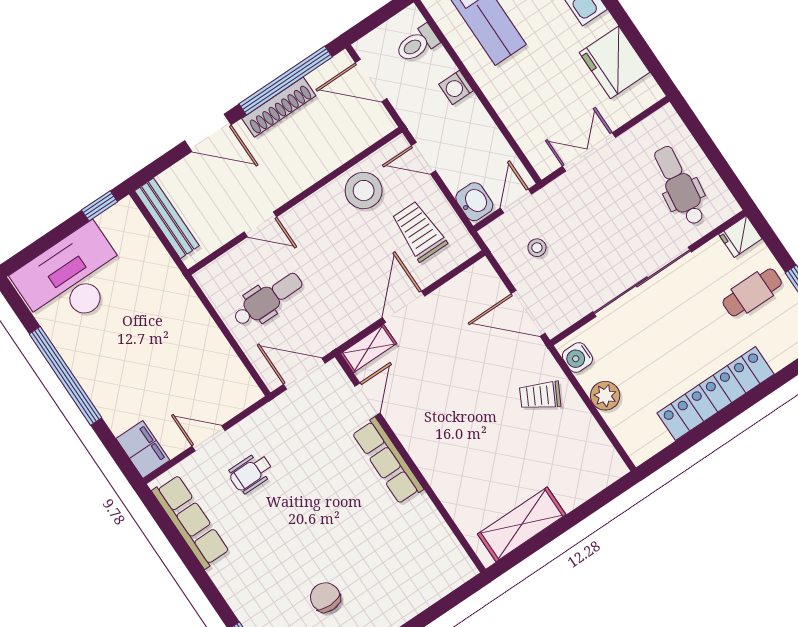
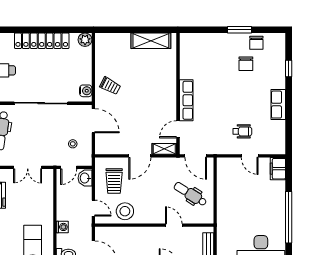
dental chair: (268, 299) -> (190, 194), turned 32
plant: (605, 396) -> (85, 40), moved
row of seats: (191, 522) -> (278, 105), moved, width x0.68

